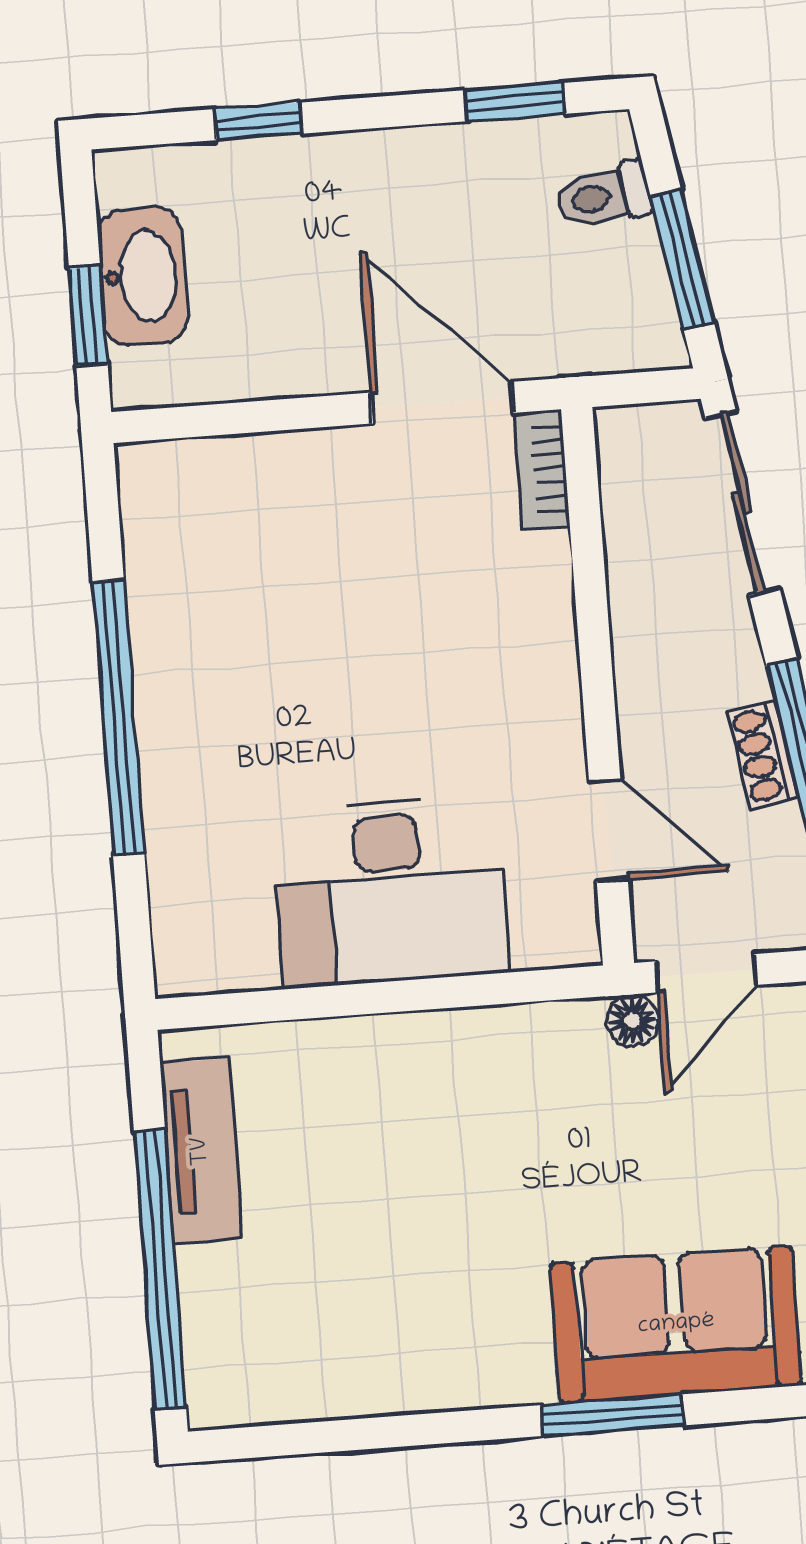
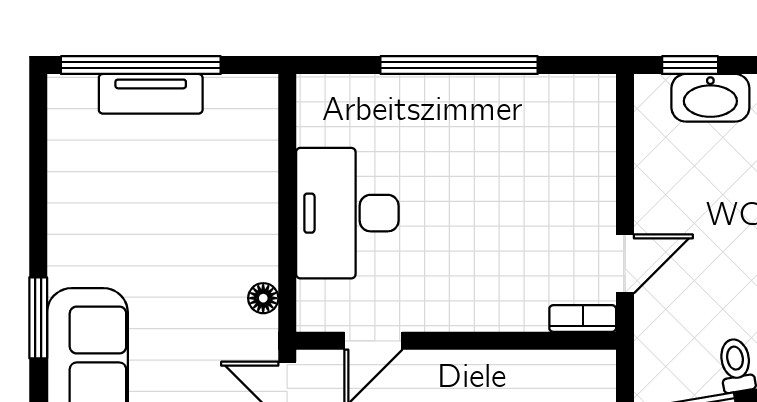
door: (442, 403) -> (625, 264), width x0.73
floor lamp: (633, 1021) -> (263, 298), moved
tv unit: (201, 1151) -> (151, 94), moved

